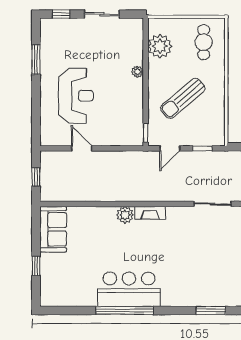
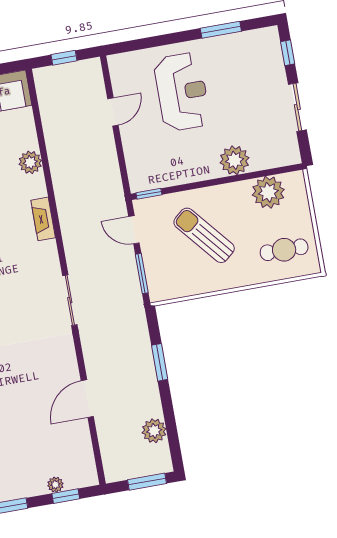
plant: (137, 72) -> (234, 160), width x1.88, depth x1.88
reception desk: (76, 96) -> (182, 92), turned -90
window: (202, 148) -> (142, 274), width x1.50
plant: (125, 215) -> (30, 162), moved

